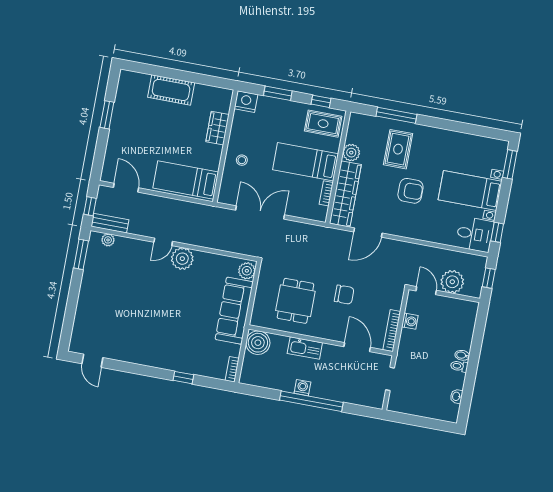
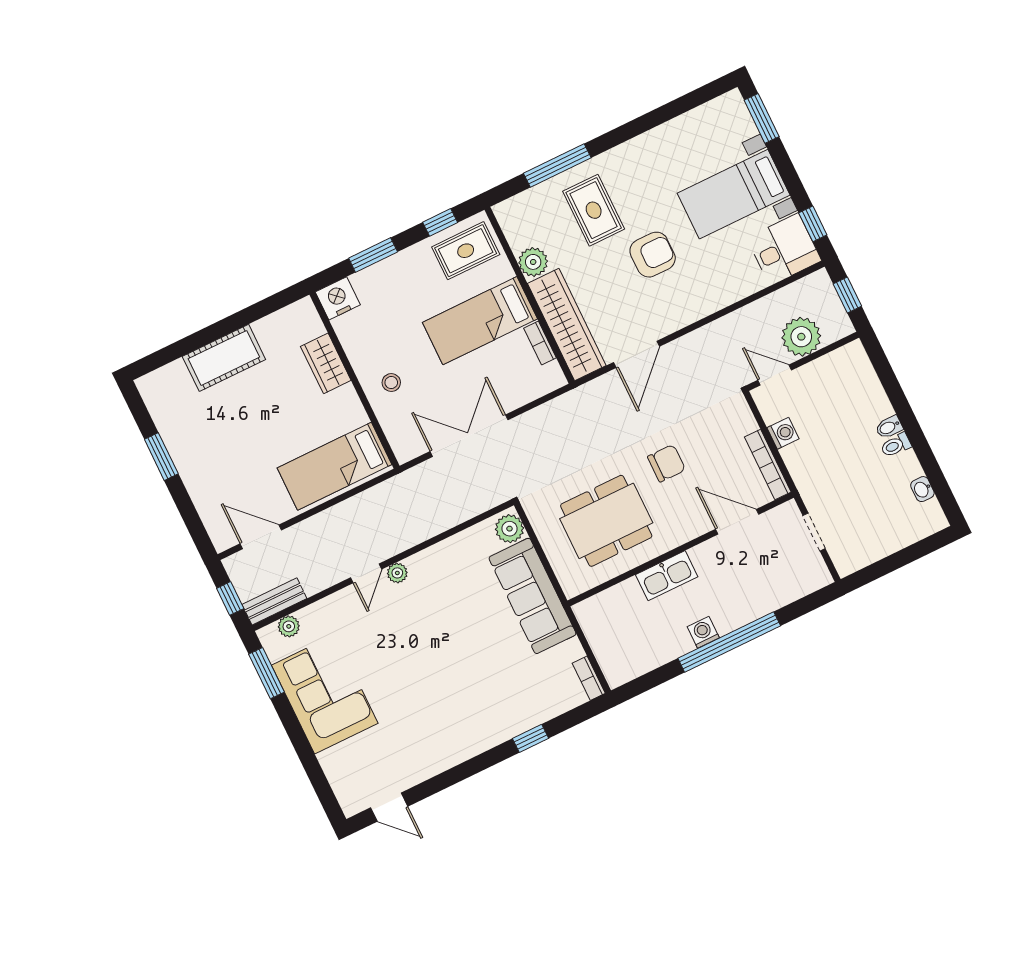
plant: (182, 259) -> (397, 573), width x0.53, depth x0.53
corner sofa: (101, 285) -> (325, 694), added
dining table: (295, 301) -> (606, 521), width x1.37
boiler: (258, 343) -> (597, 616), removed

